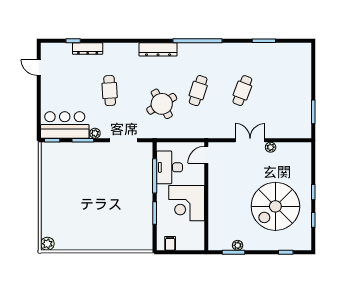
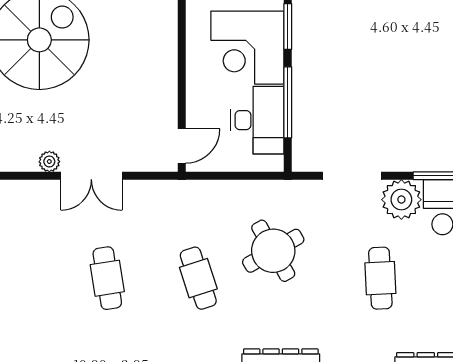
cafe table: (198, 91) -> (198, 278), turned -36
cafe table: (242, 91) -> (107, 278), turned -30
plant: (95, 133) -> (401, 200), width x1.88, depth x1.88
corner desk: (187, 203) -> (247, 48), moved, turned 180

